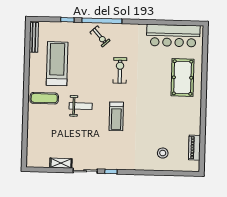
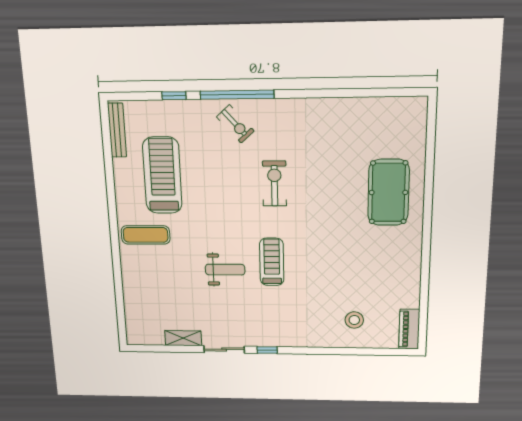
bar counter: (173, 36) -> (371, 117), removed
weight bench: (81, 106) -> (225, 270), moved
treadmill: (116, 116) -> (272, 262), turned 180
piano: (195, 148) -> (409, 329), moved

